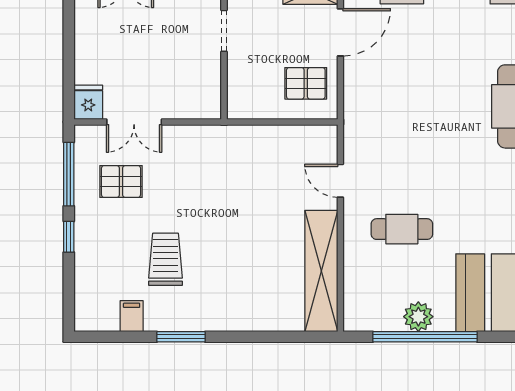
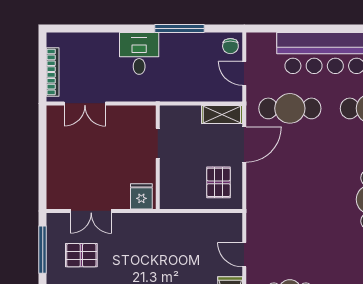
pallet: (306, 83) -> (219, 182), turned 90
fridge: (88, 102) -> (141, 196), moved

